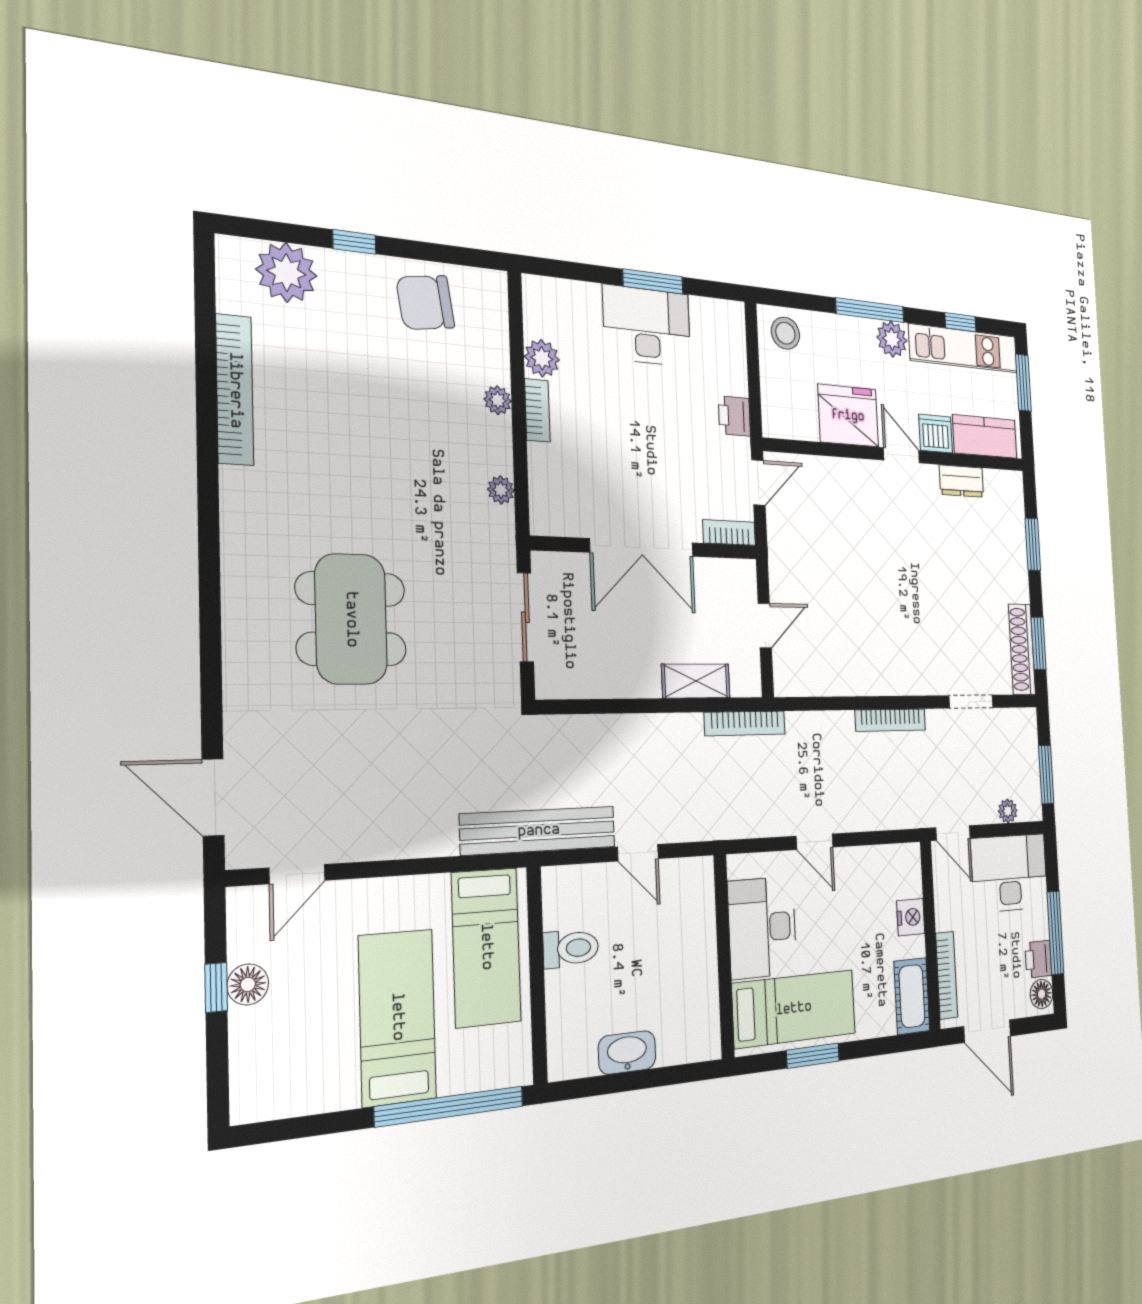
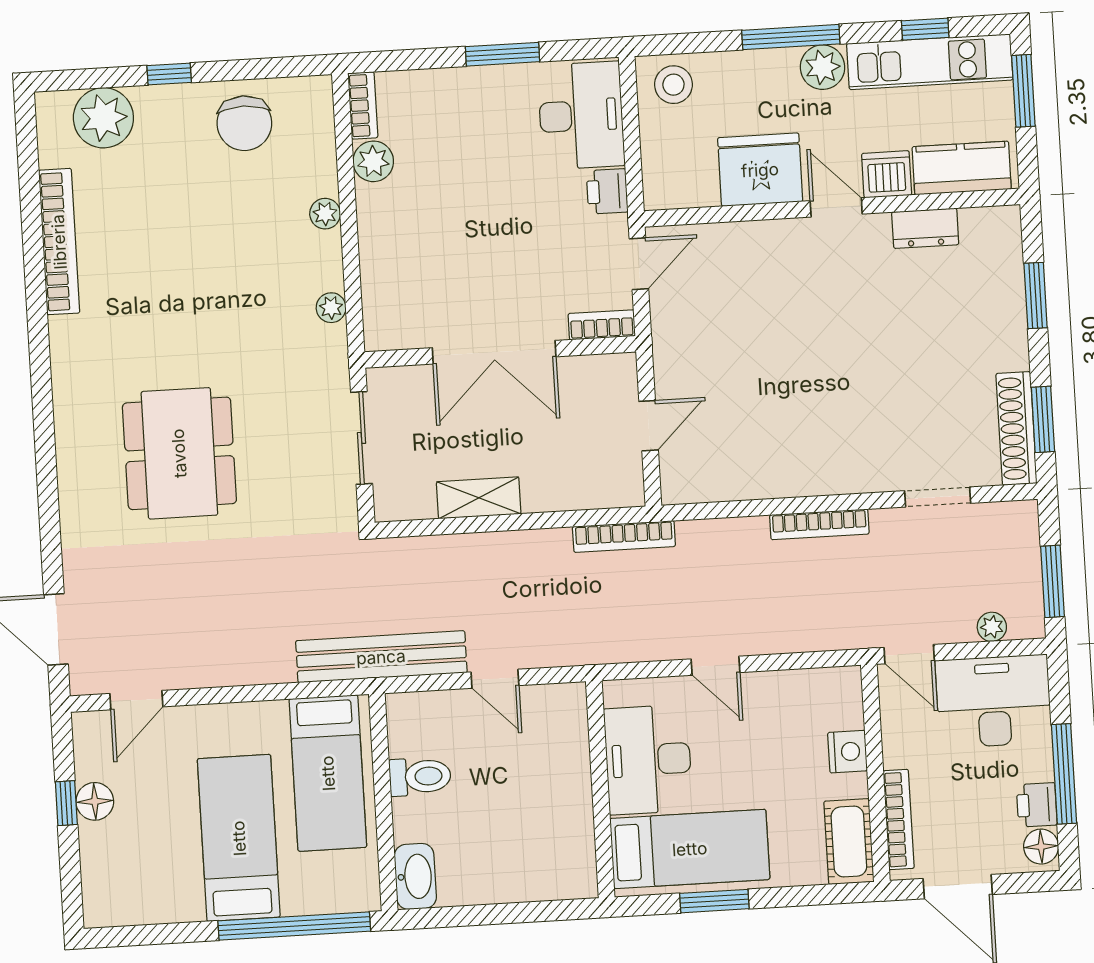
chair: (425, 302) -> (244, 123), turned -82
desk: (647, 326) -> (581, 115), moved, turned 90
bookcase: (537, 410) -> (363, 105), moved
shelving: (696, 681) -> (479, 498), moved
washbasin: (627, 1052) -> (415, 876), moved, turned 90

